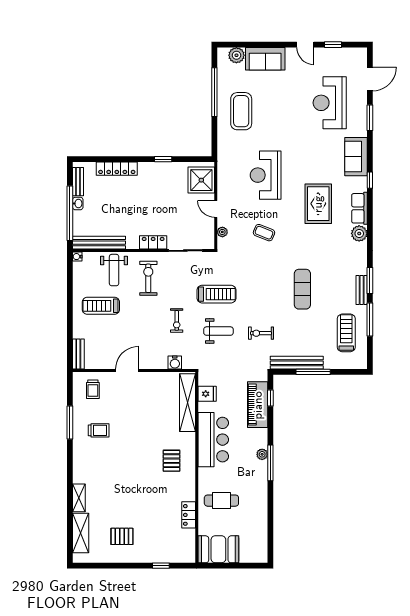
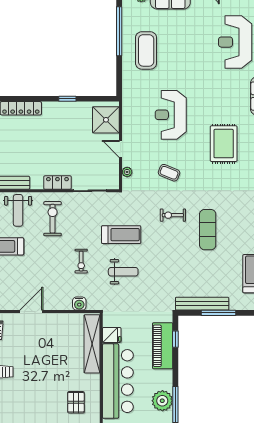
exercise bike: (261, 333) -> (173, 215), moved
bar counter: (213, 440) -> (118, 381), width x1.36
plant: (262, 454) -> (162, 401), width x1.87, depth x1.87

